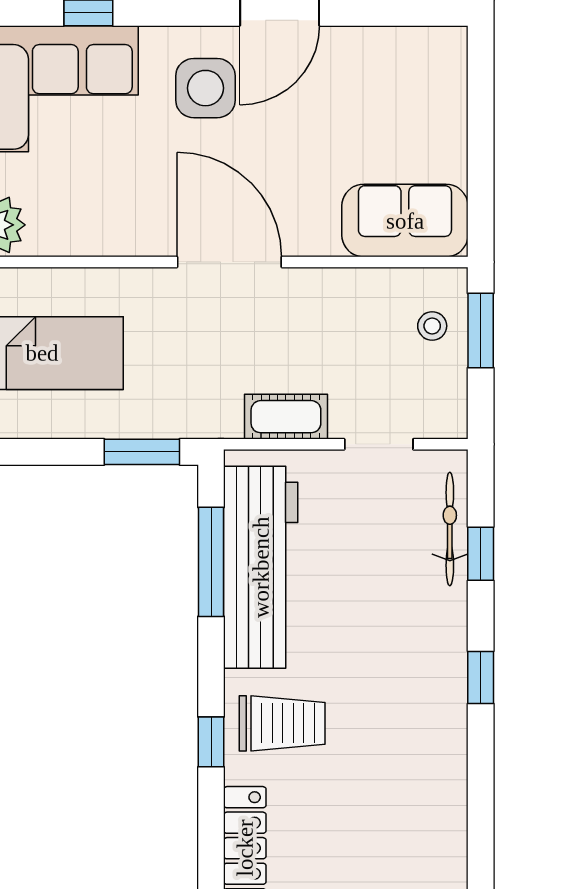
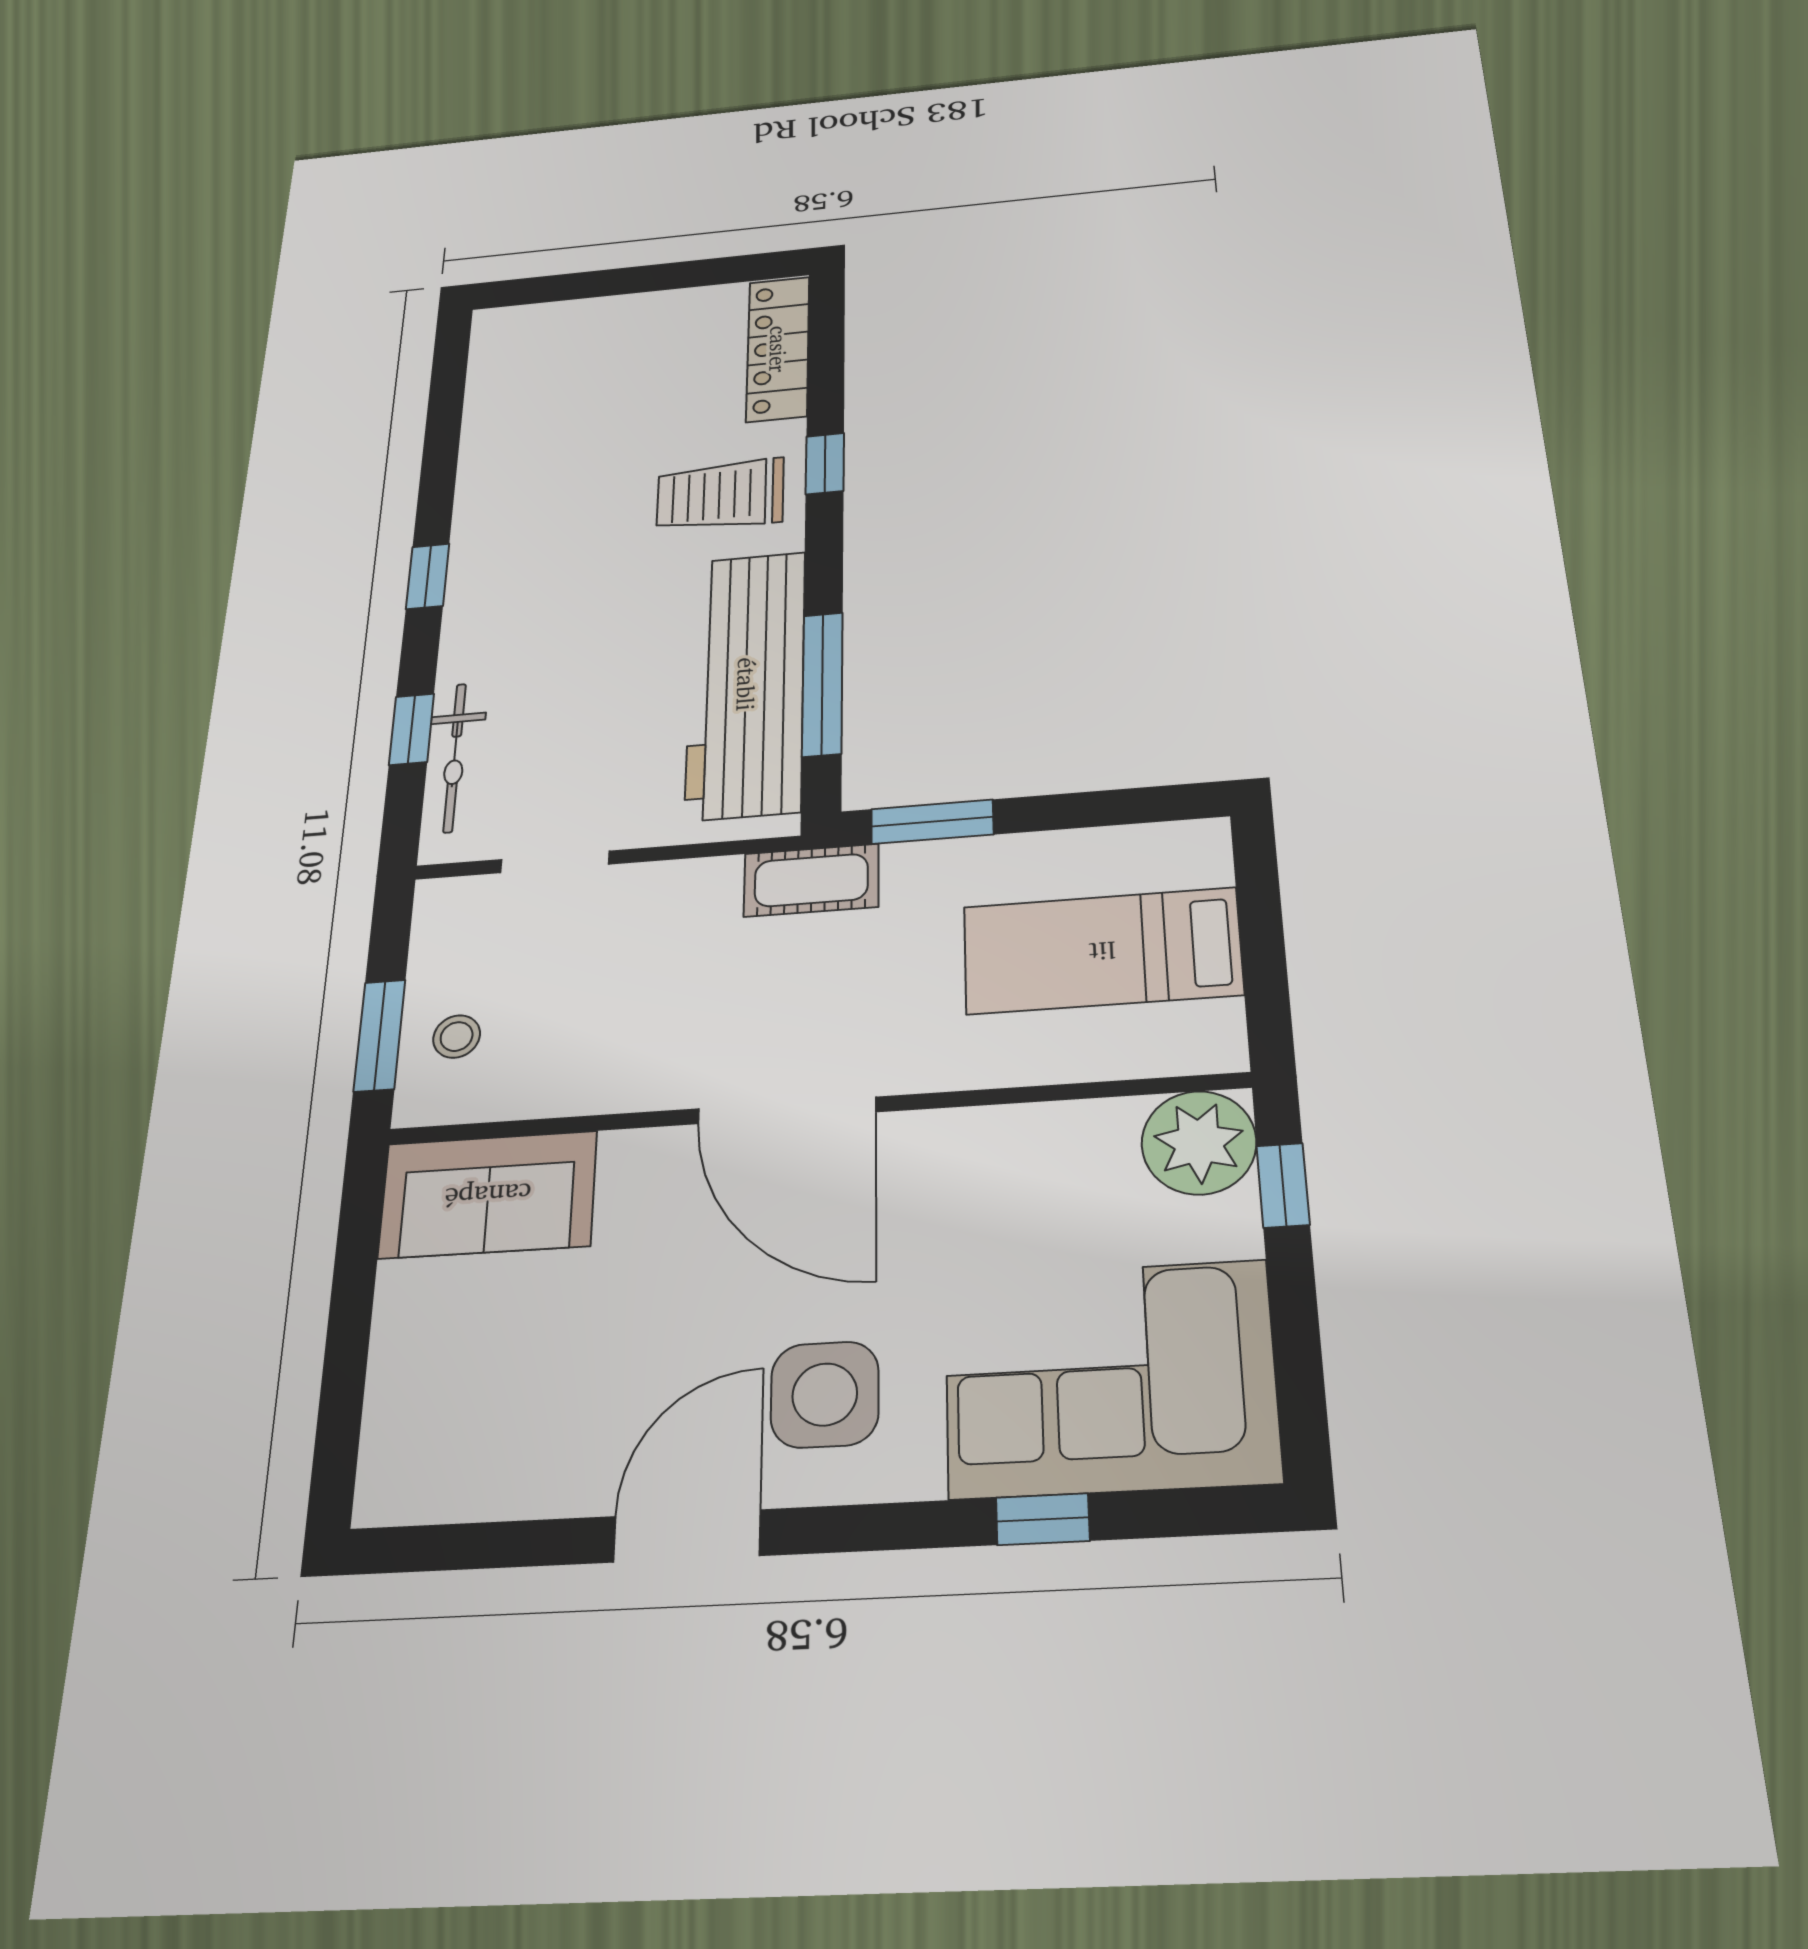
cot: (286, 417) -> (811, 880), moved

